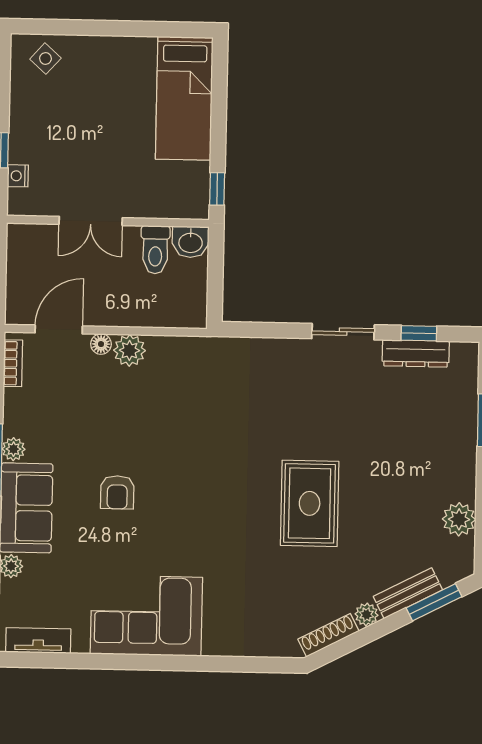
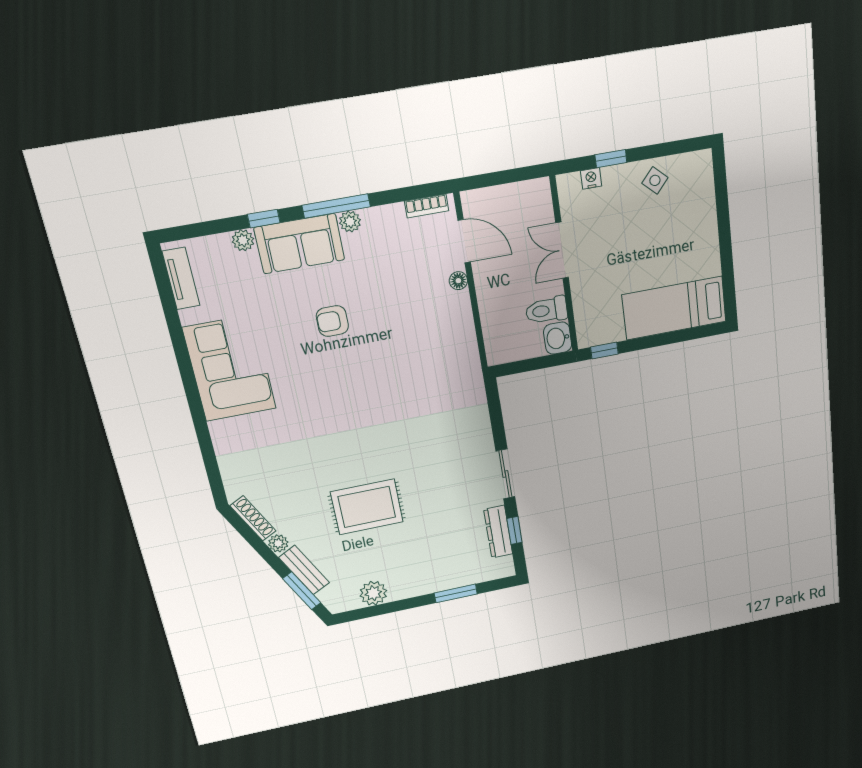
side table: (45, 59) -> (655, 180), moved
plant: (129, 350) -> (458, 306), removed
rug: (310, 503) -> (367, 507), moved

